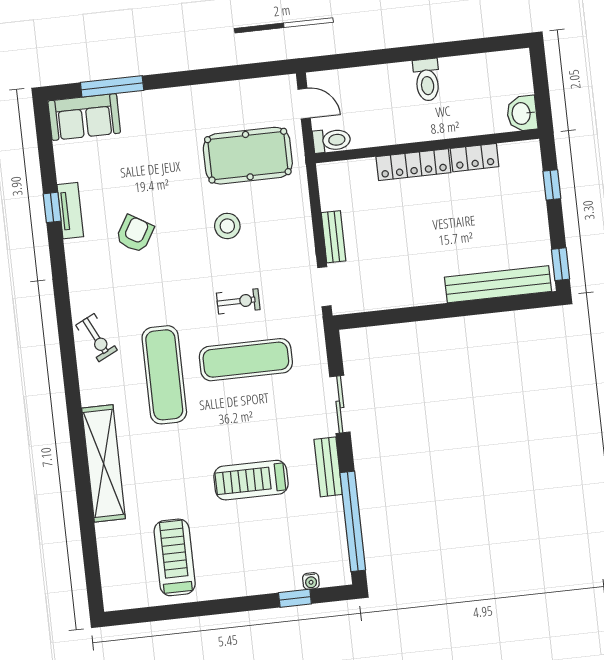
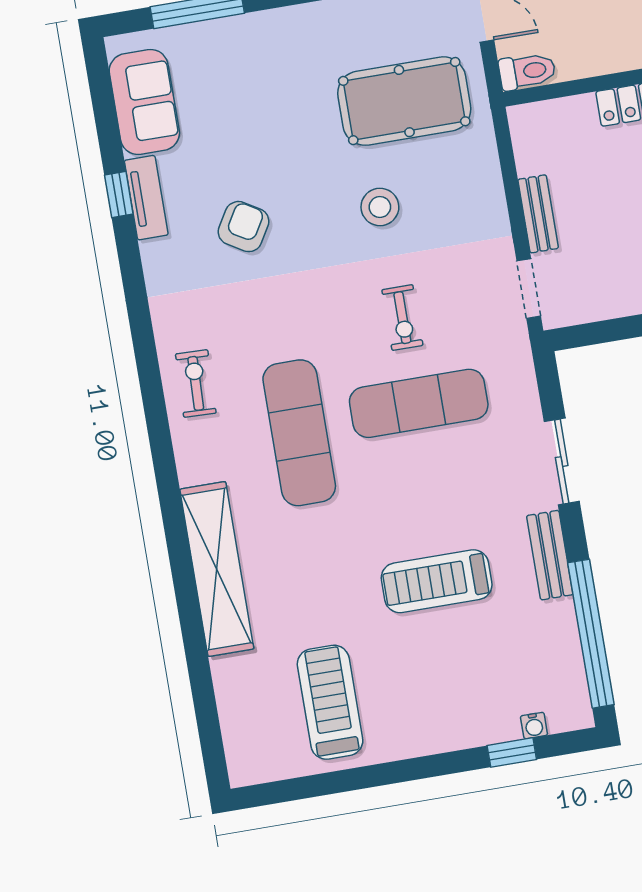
sofa: (84, 117) -> (144, 102), moved, turned -90
exercise bike: (238, 301) -> (402, 318), turned 90
exercise bike: (97, 338) -> (196, 383), turned -152

